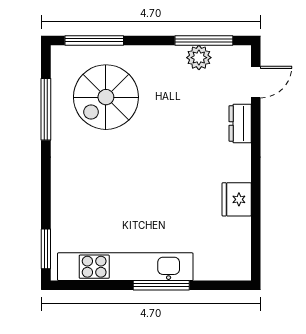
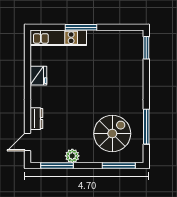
plant: (199, 58) -> (72, 156), moved
kitchen unit: (125, 267) -> (58, 38), moved, width x0.73

